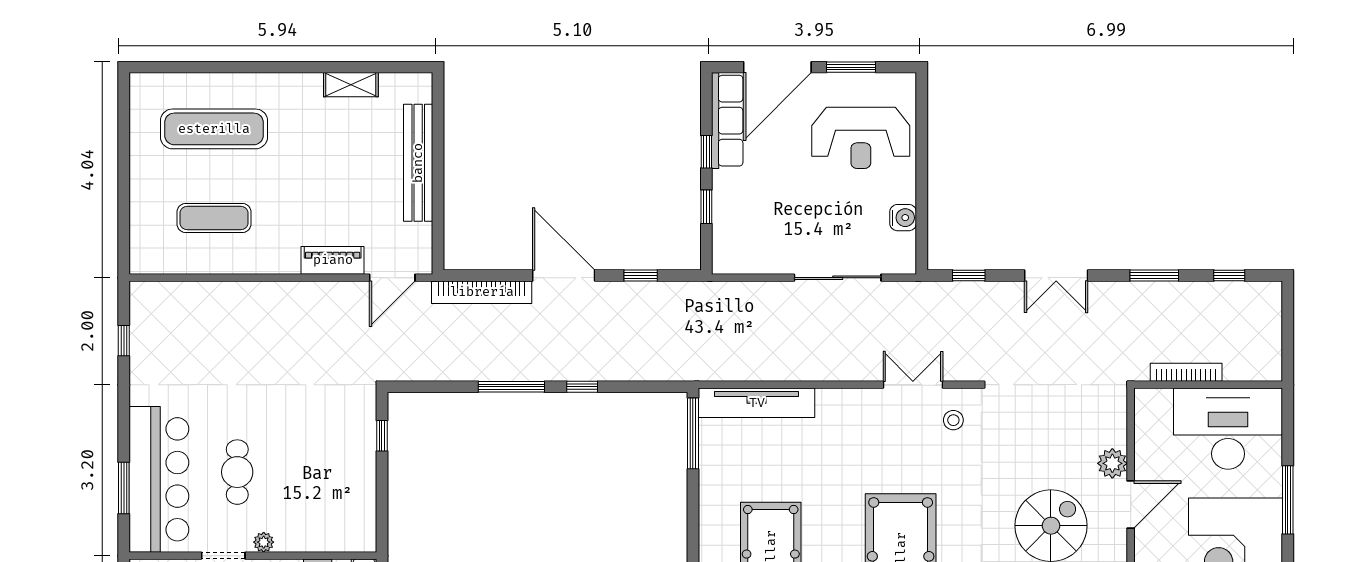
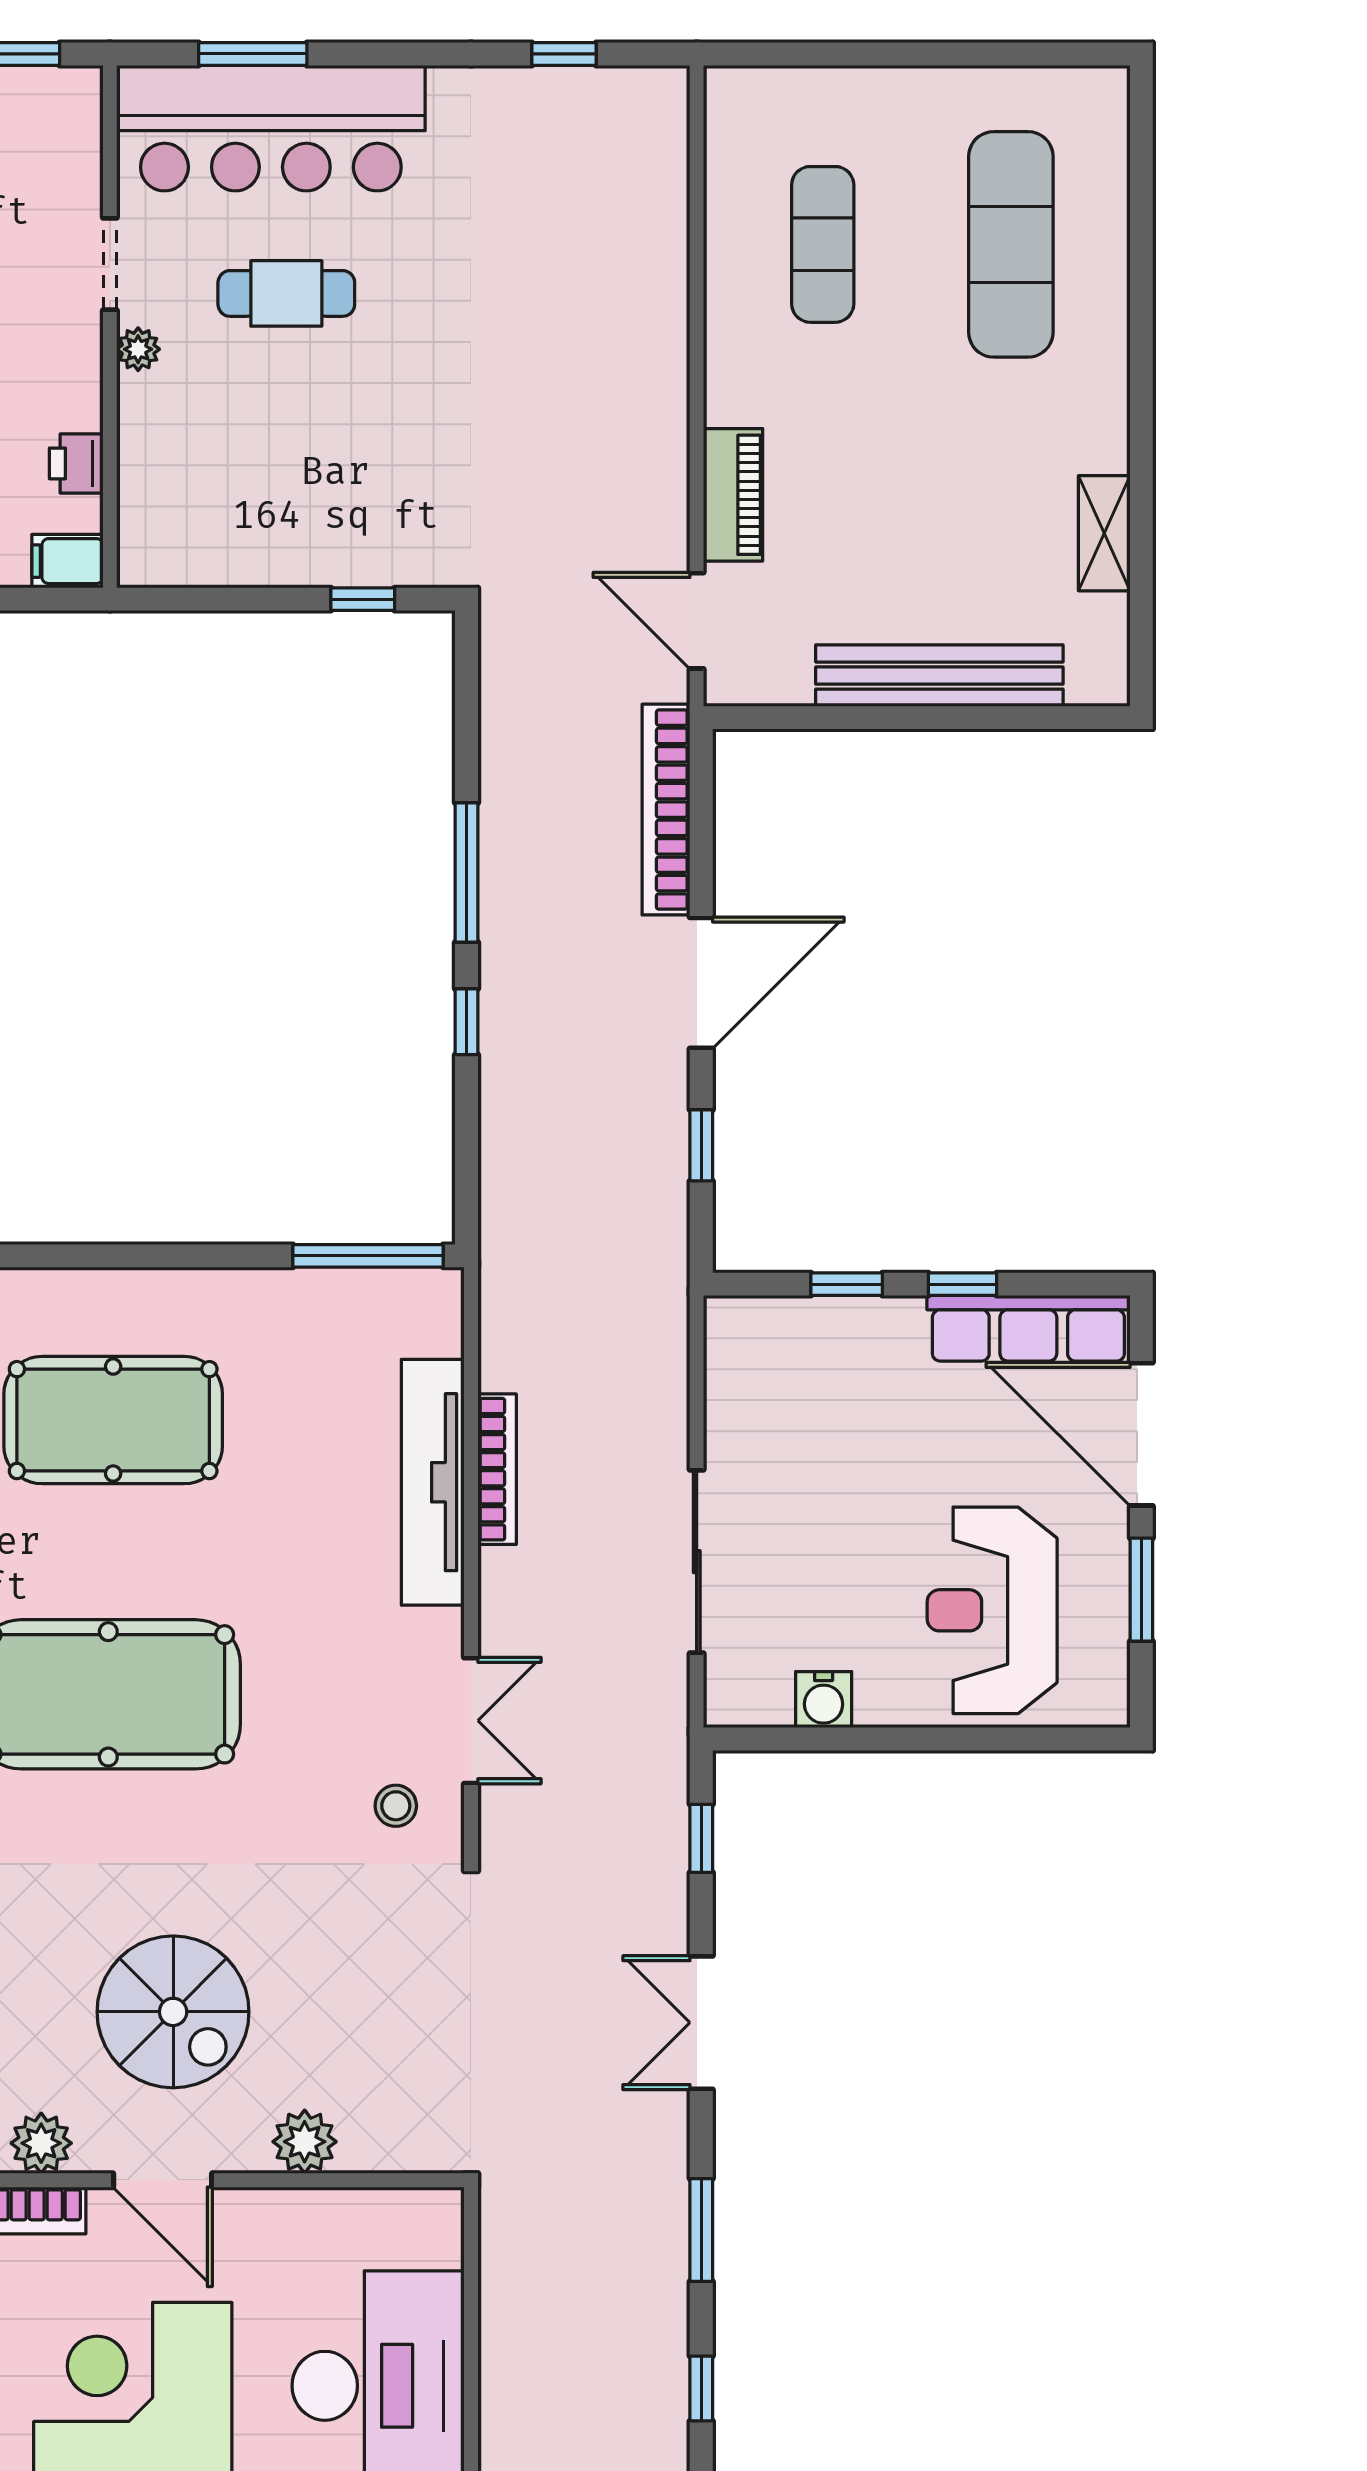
bookcase: (1186, 372) -> (497, 1469), moved
tv unit: (757, 403) -> (433, 1482), moved
door: (1131, 505) -> (163, 2180), moved

